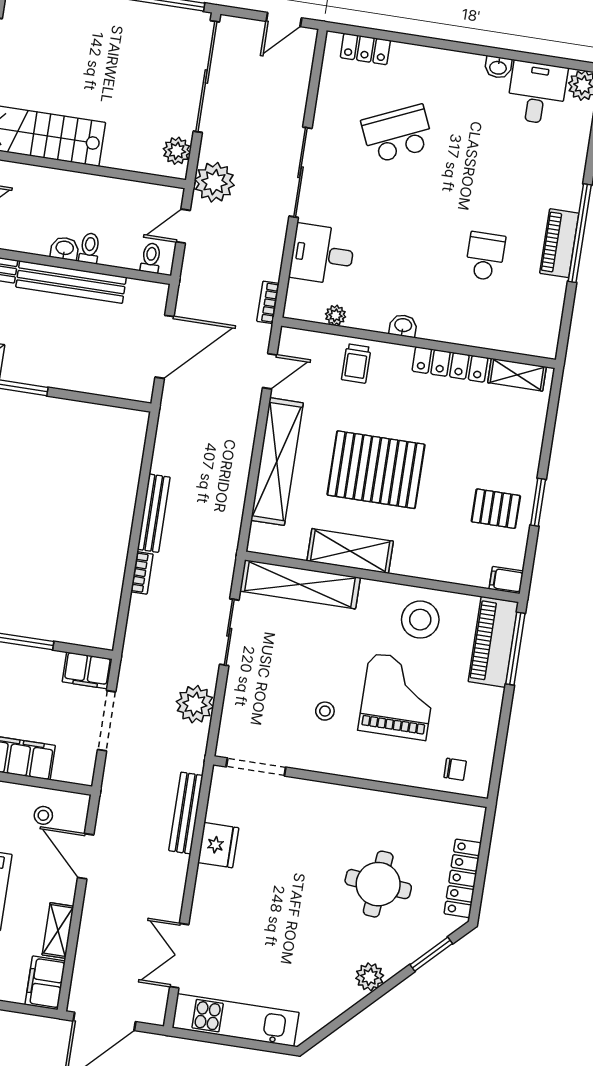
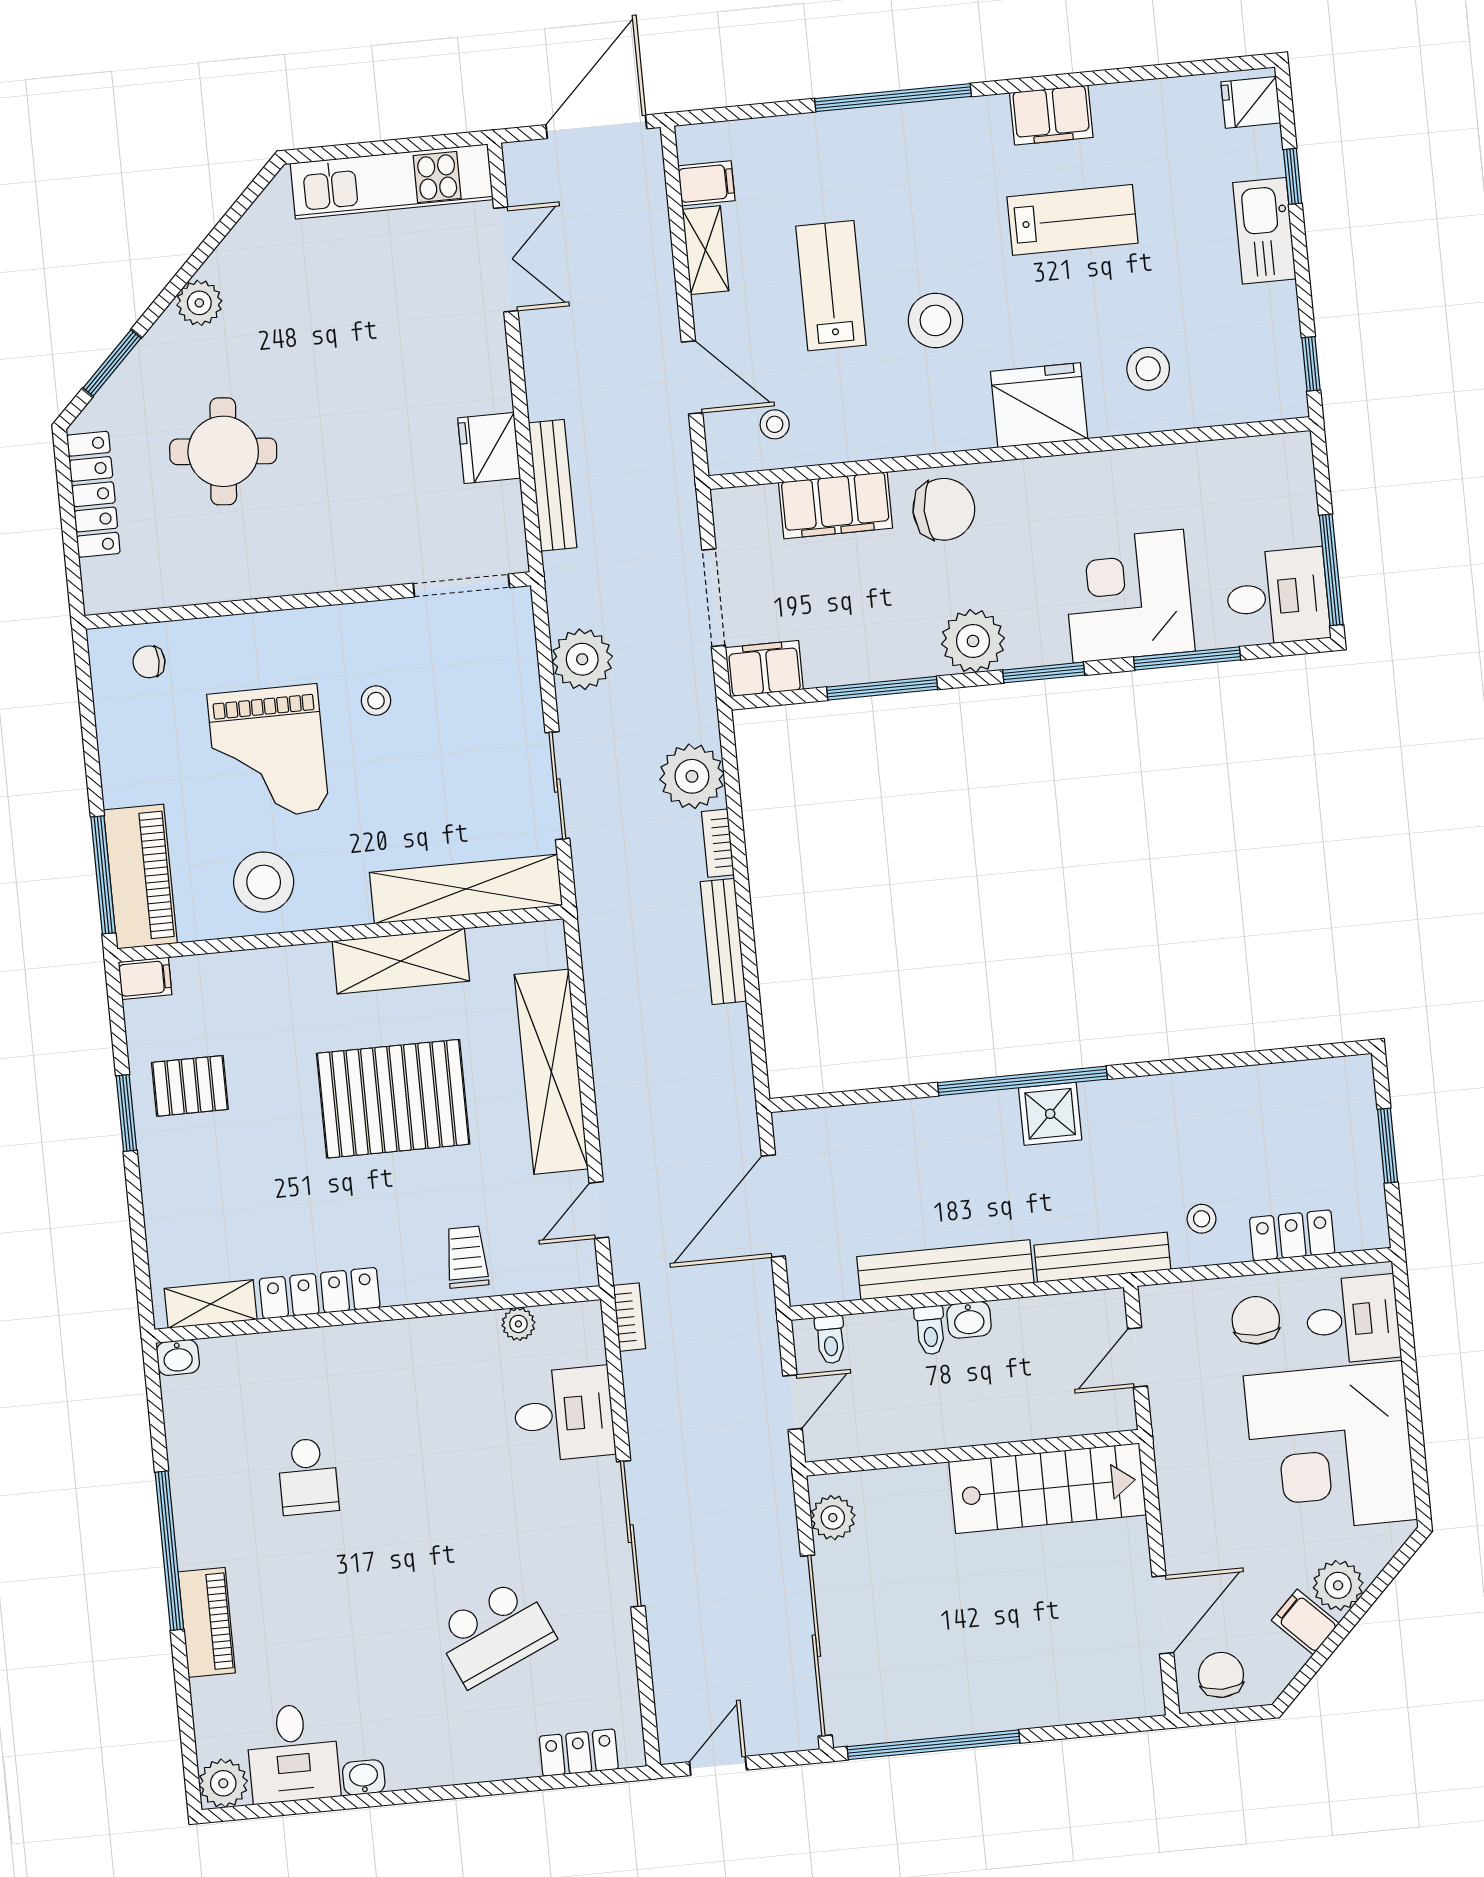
plant: (214, 182) -> (692, 776), moved
piano: (559, 243) -> (207, 1622), moved
washbasin: (403, 326) -> (178, 1357), moved
filing cabinet: (45, 983) -> (706, 183), width x0.50

